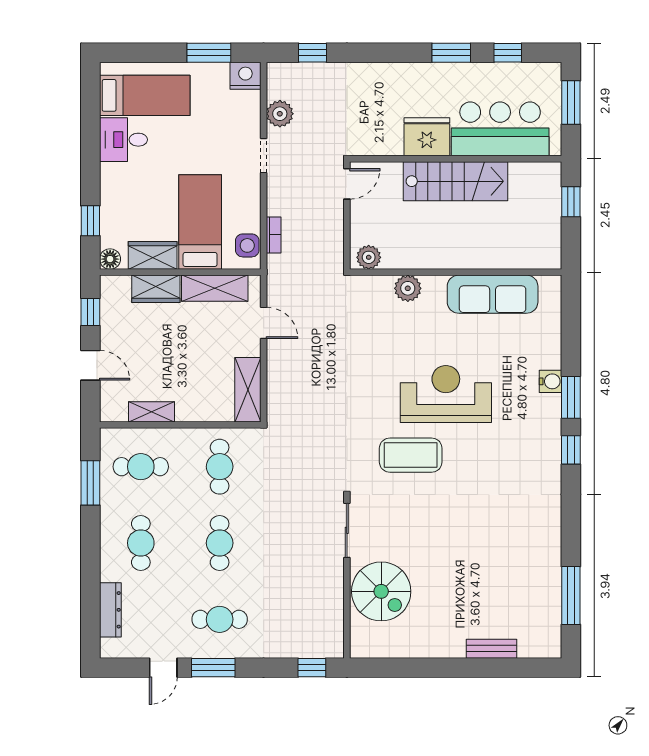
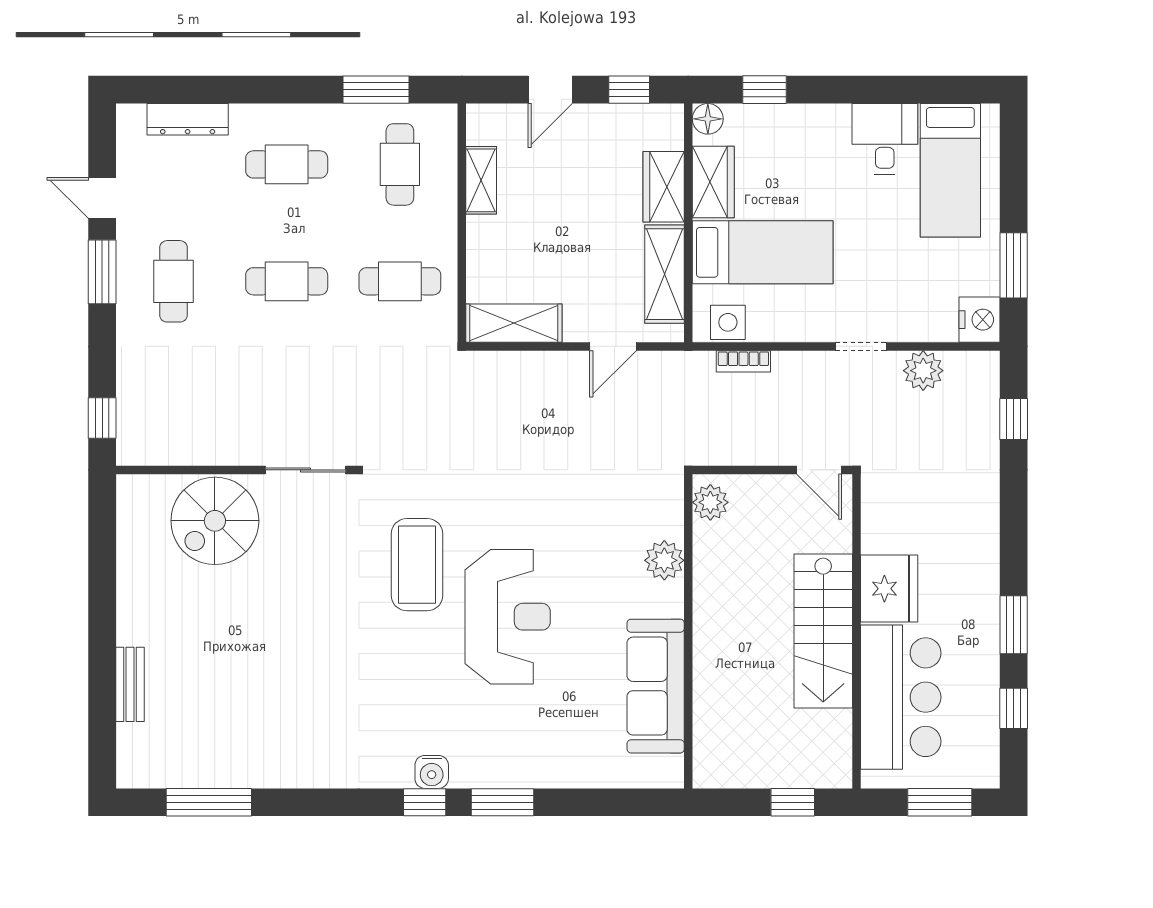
water cooler: (550, 381) -> (432, 772), moved

